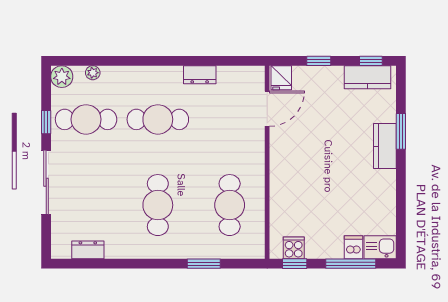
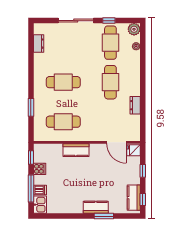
kitchen counter: (281, 182) -> (76, 150), added
cooker: (294, 248) -> (40, 169), moved

